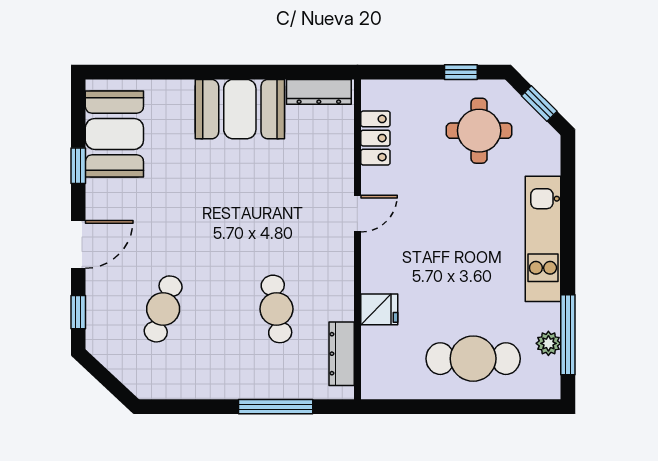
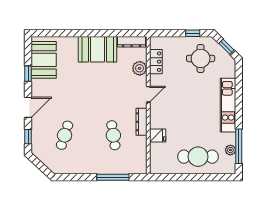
plant: (337, 153) -> (140, 68), added
dresser: (342, 354) -> (141, 122), moved

